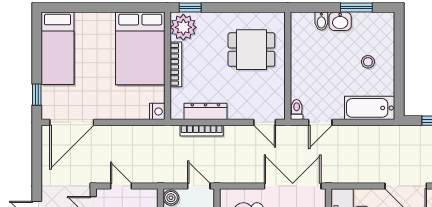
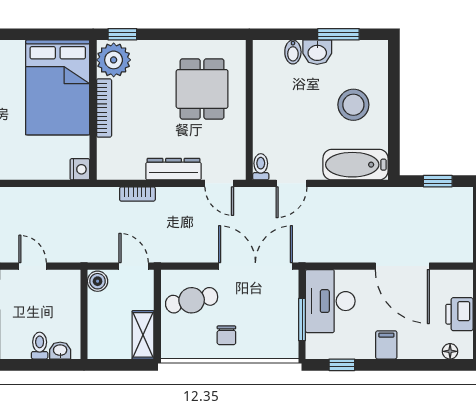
dining table: (251, 50) -> (202, 89), turned 90
stool: (368, 62) -> (353, 105), width x1.89, depth x1.89
dresser: (205, 111) -> (174, 169), moved
bookcase: (202, 131) -> (137, 194), width x0.64

